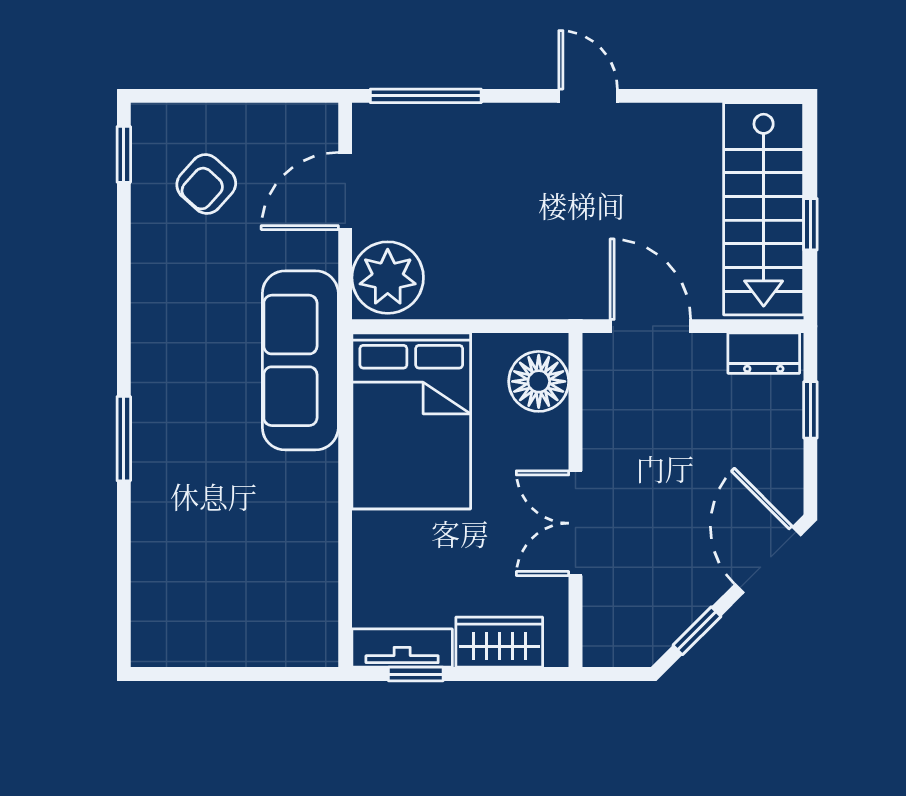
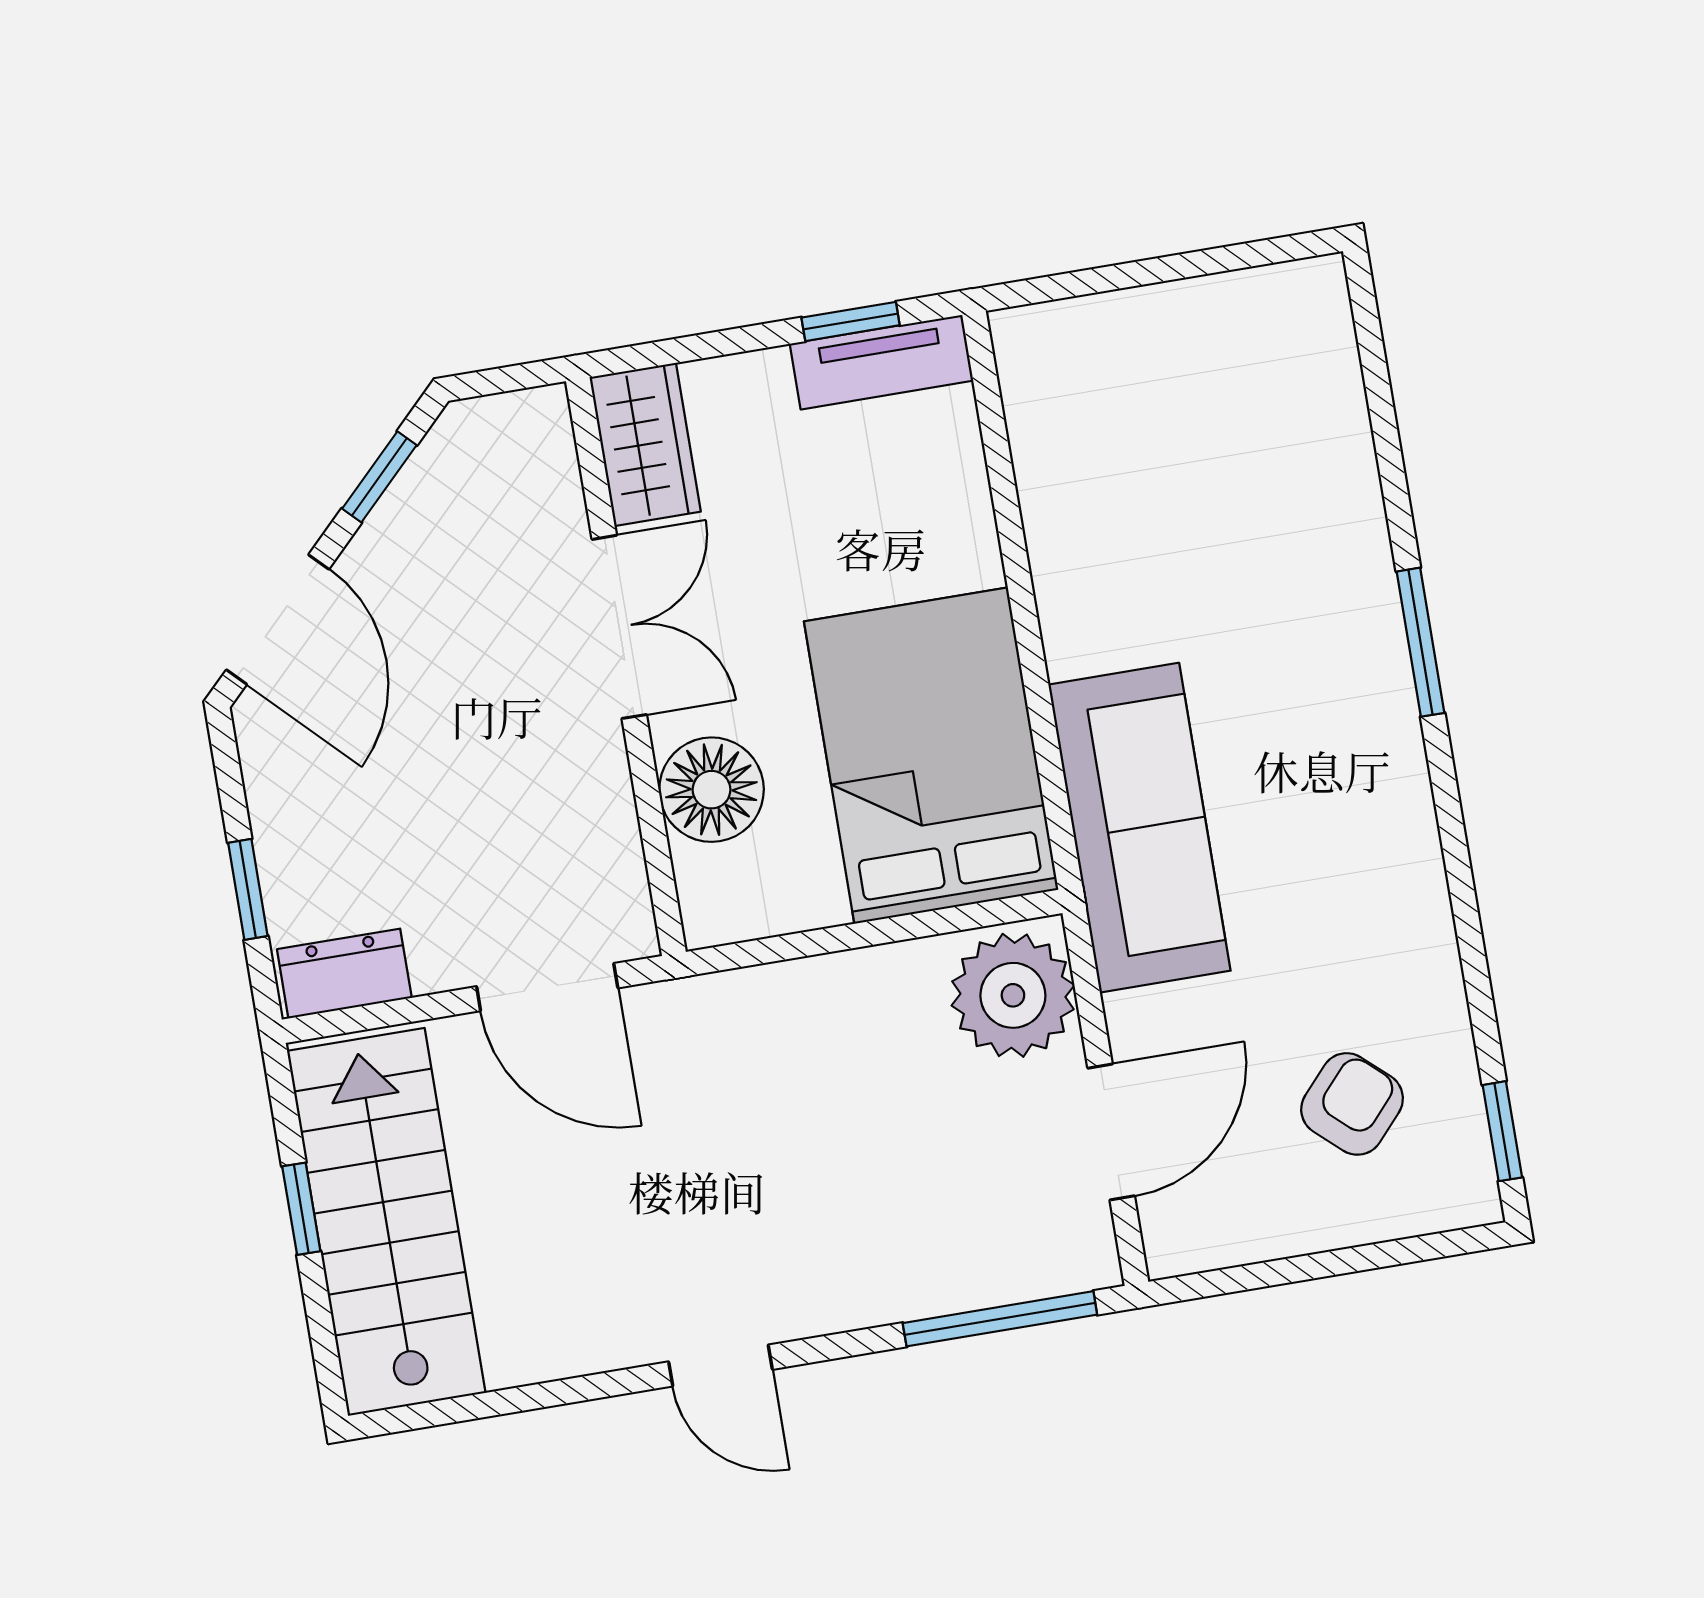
floor lamp: (539, 381) -> (711, 790), moved
wardrobe: (499, 642) -> (645, 444), moved, turned -90

